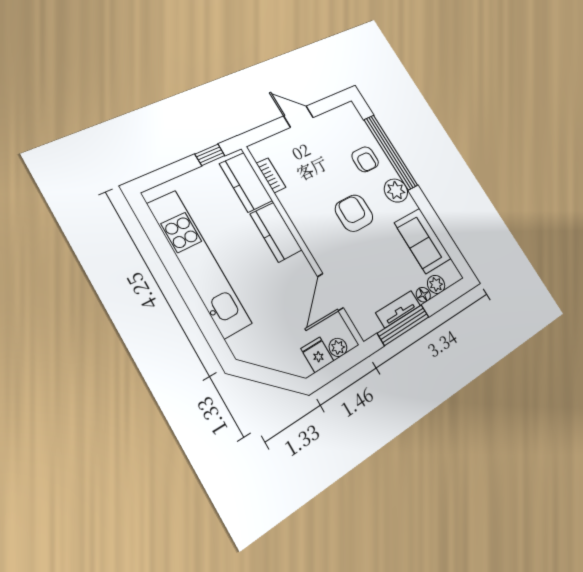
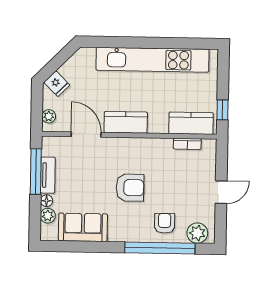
armchair: (365, 159) -> (165, 223), turned 90
plant: (396, 191) -> (197, 233), moved
kitchen counter: (276, 232) -> (126, 122), moved
fridge: (317, 355) -> (57, 84), moved, turned 45

